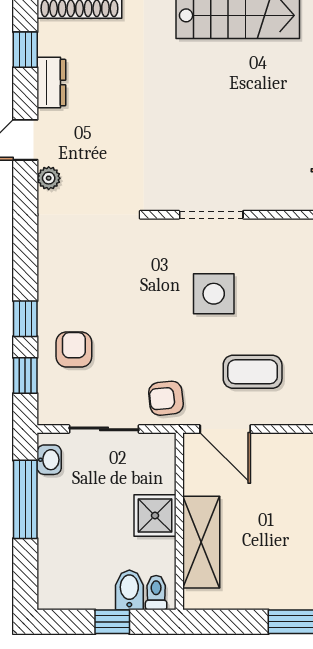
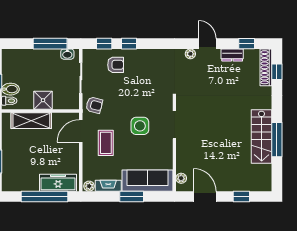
armchair: (166, 398) -> (94, 105), turned 110

